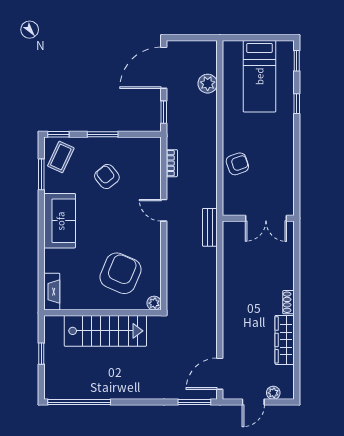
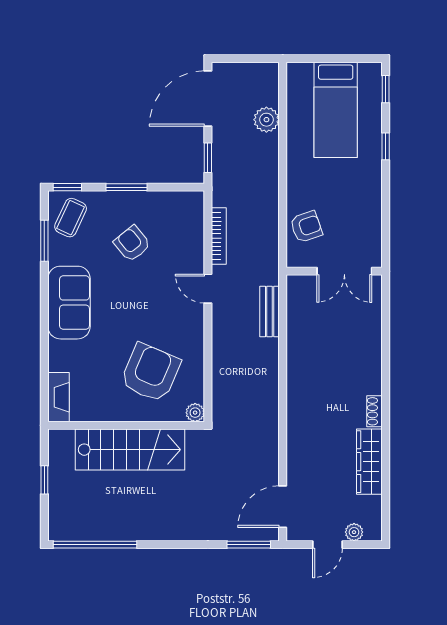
bookcase: (172, 163) -> (219, 236), width x1.56
wall: (258, 218) -> (334, 271), moved
double door: (266, 218) -> (344, 271), moved

